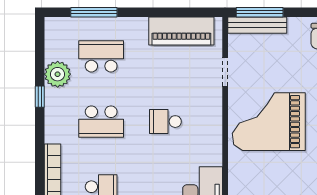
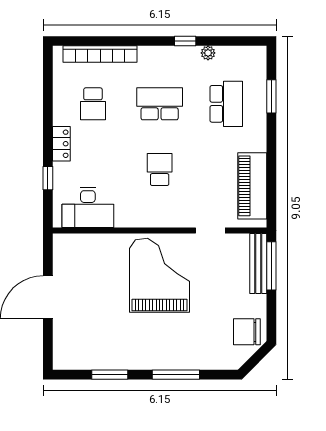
window: (94, 12) -> (271, 96), width x0.69
plant: (58, 74) -> (208, 53), width x0.53, depth x0.53
school desk: (101, 122) -> (160, 104), turned 90

